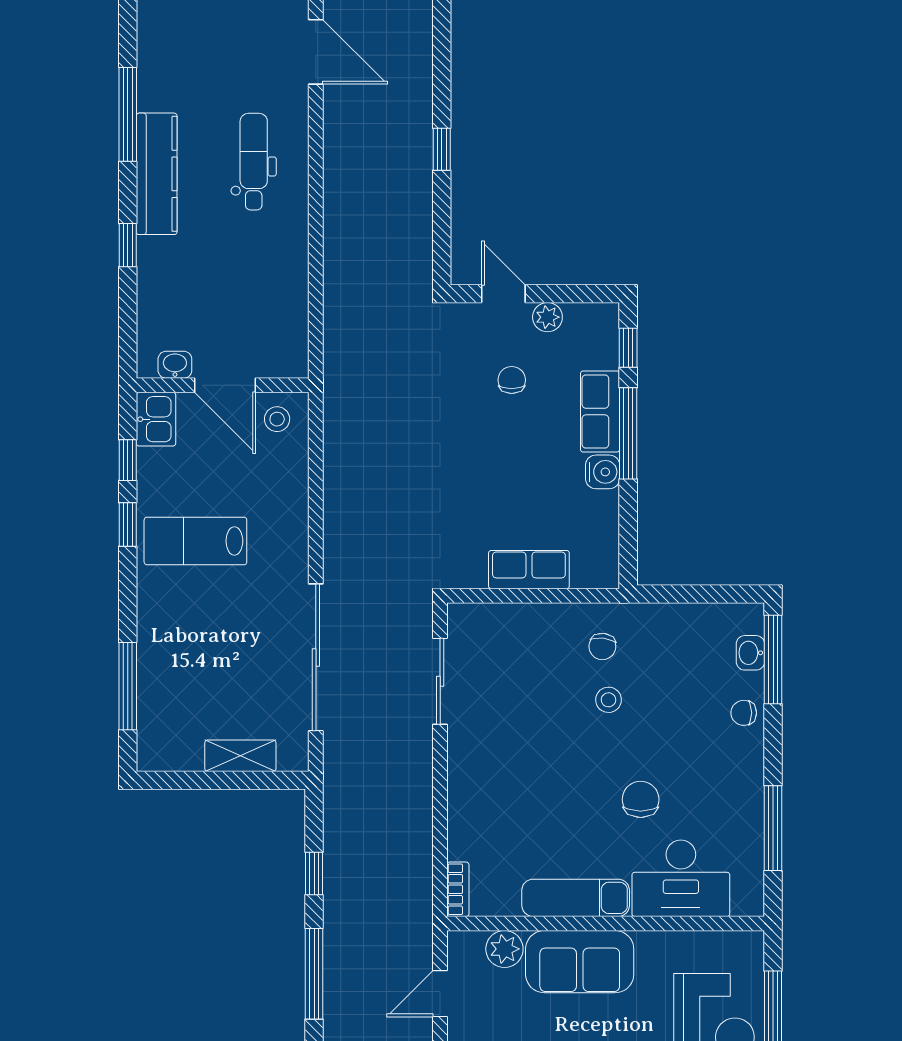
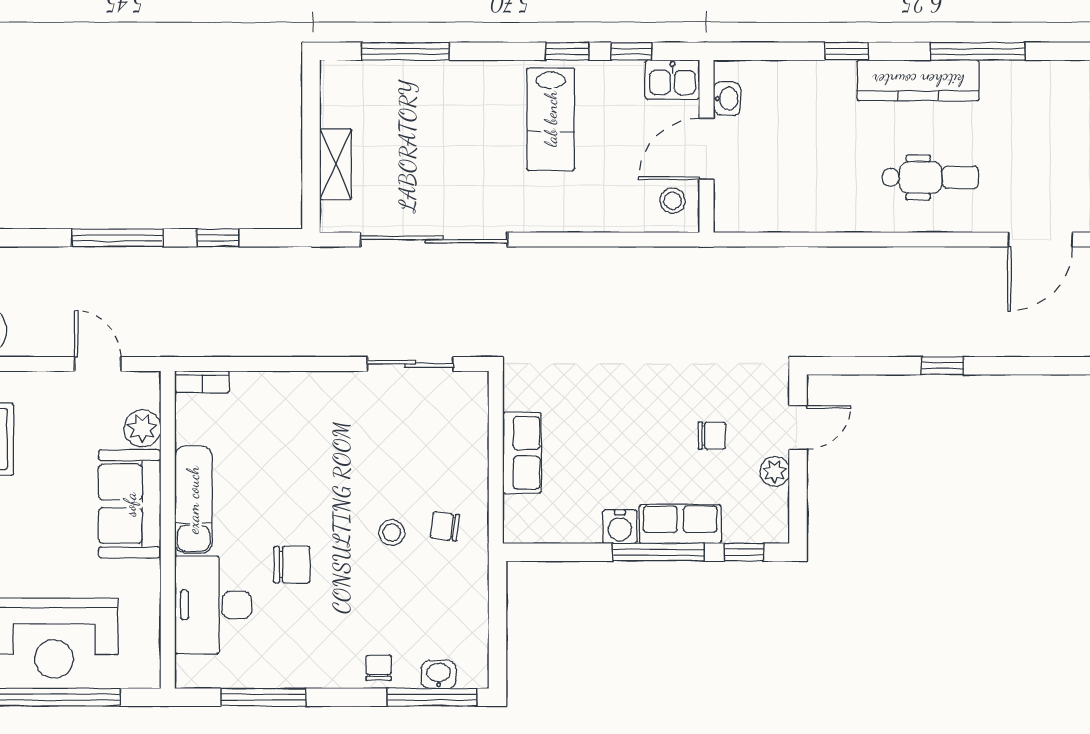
lab bench: (195, 541) -> (551, 119), turned 180

